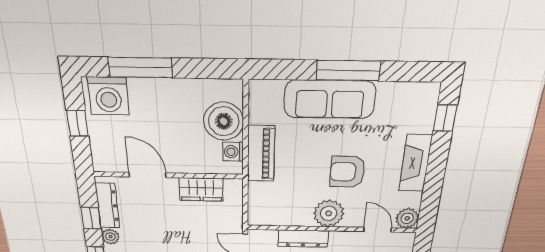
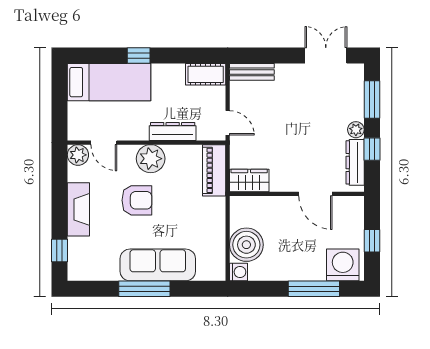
washing machine: (233, 152) -> (239, 272), moved
piano: (261, 154) -> (214, 170), moved
wardrobe: (201, 189) -> (249, 181), moved

